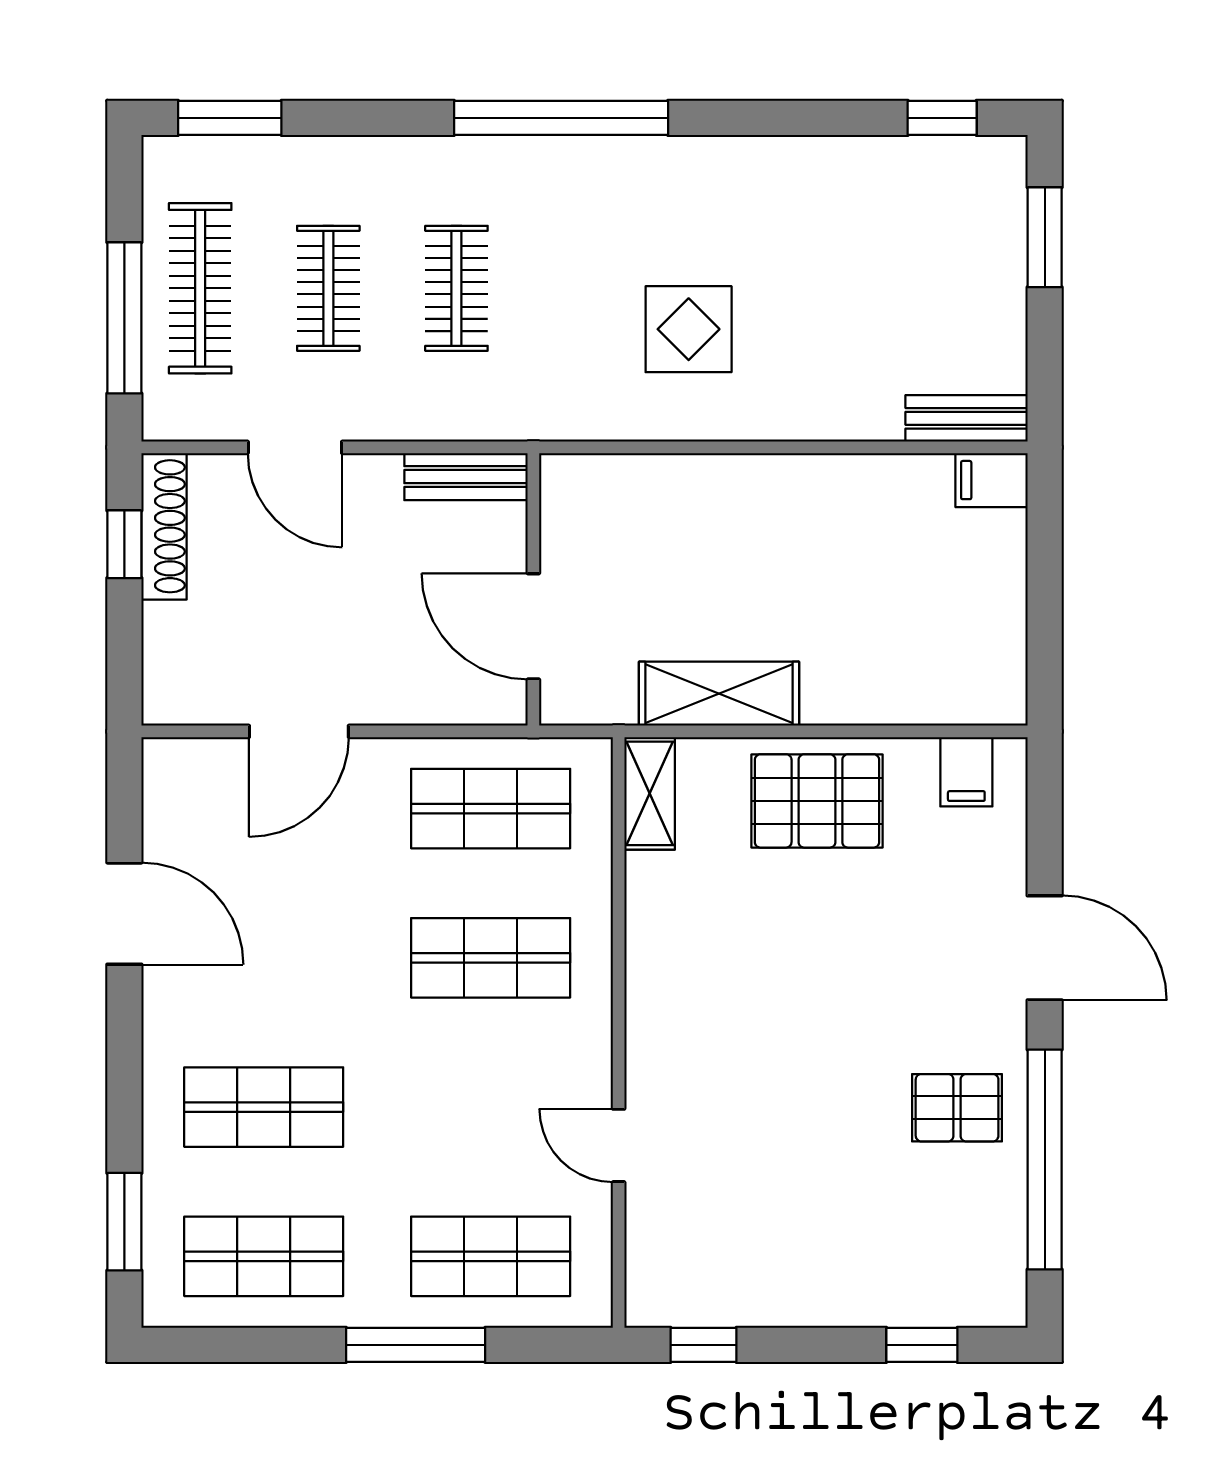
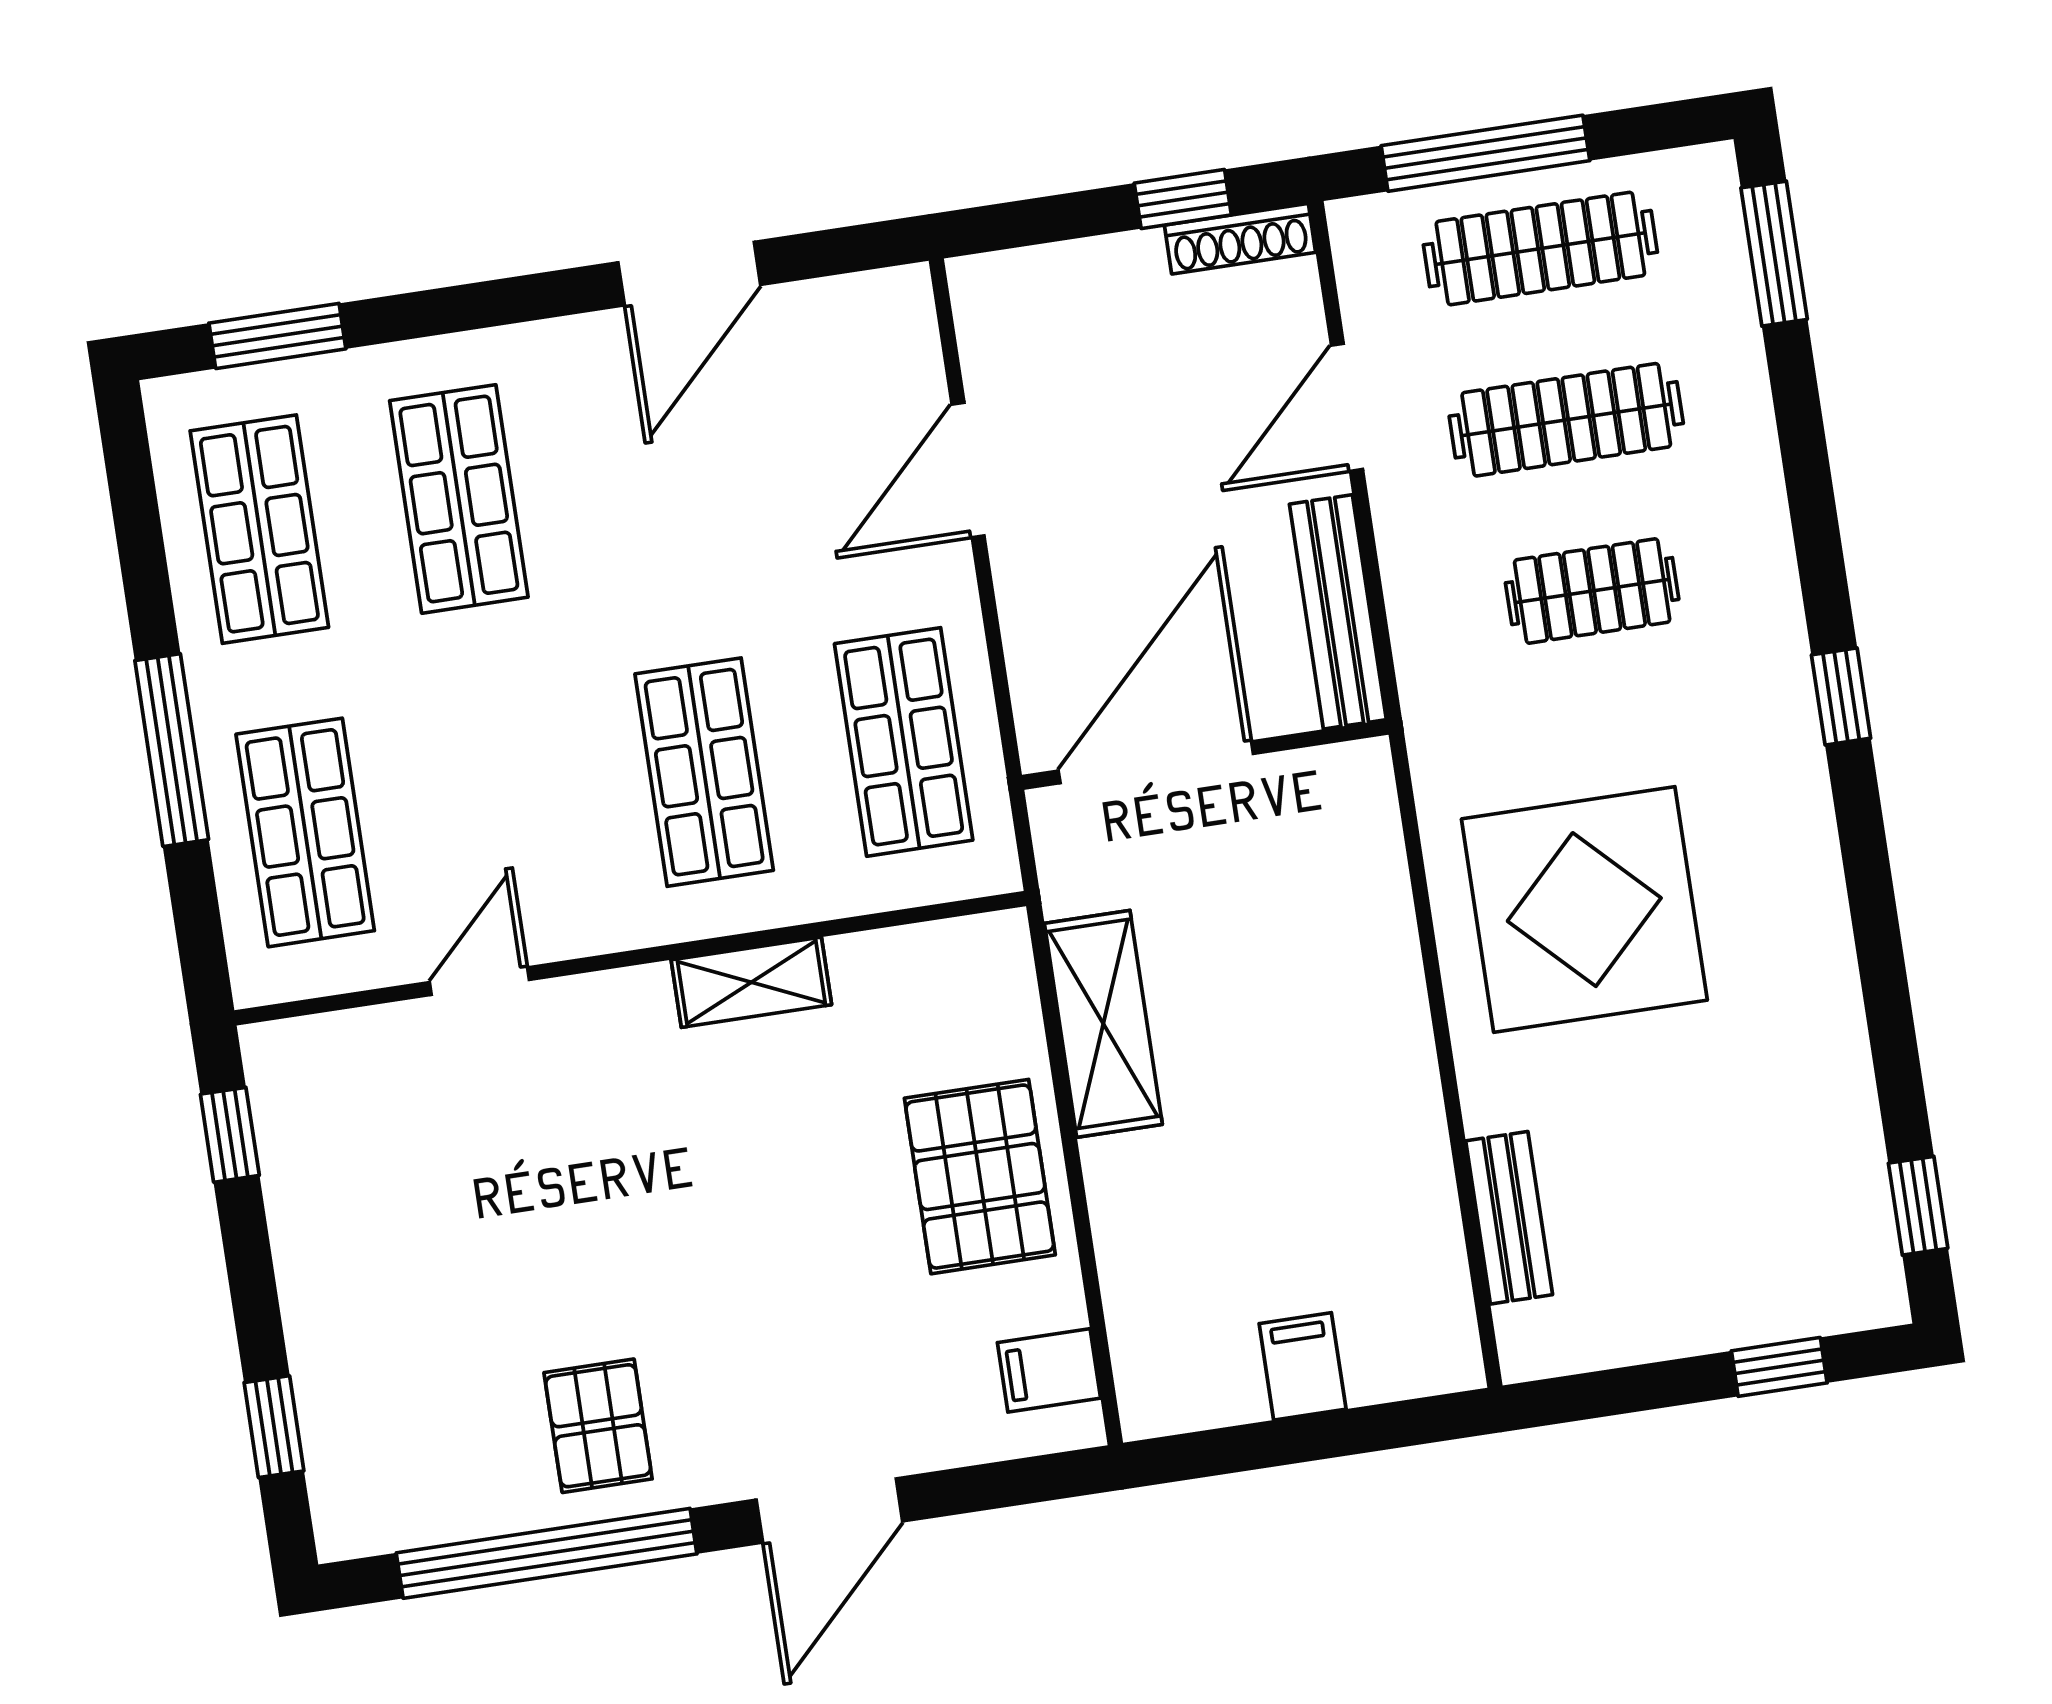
window: (561, 118) -> (1841, 696), width x0.32
window: (1045, 237) -> (1779, 1367), width x0.67
clothes rail: (328, 288) -> (1566, 420), width x1.36
display table: (689, 329) -> (1584, 910), width x1.86, depth x1.86
bench: (967, 418) -> (1509, 1218), moved
bench: (466, 477) -> (1338, 612), width x1.36
filing cabinet: (991, 480) -> (1303, 1366), moved
shoe rack: (164, 526) -> (1240, 239), width x0.74, depth x0.81
door: (533, 626) -> (1156, 762), width x1.36
door: (299, 731) -> (968, 470), hinge flipped
shelving: (650, 793) -> (751, 982), moved

